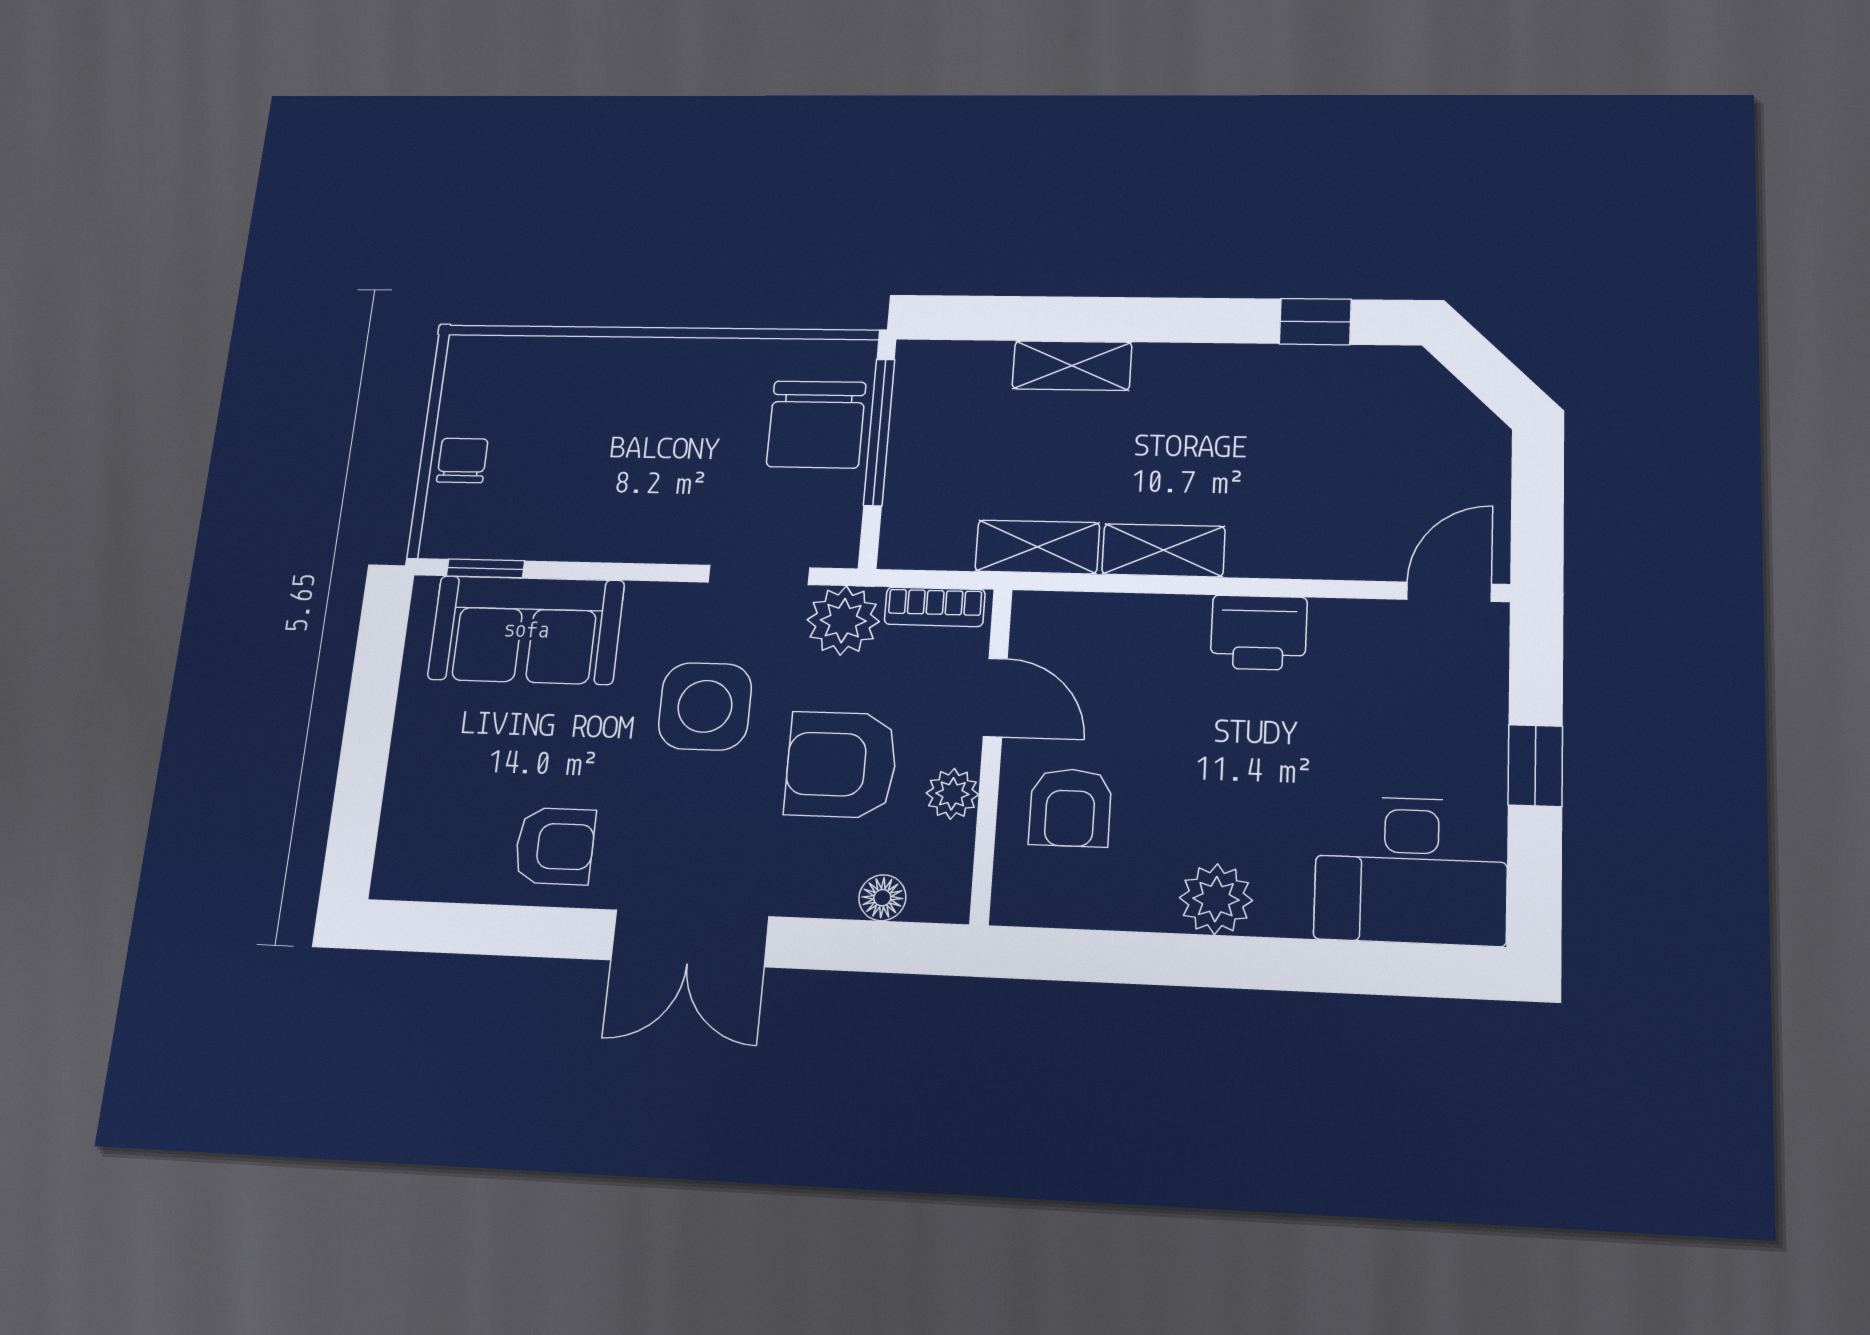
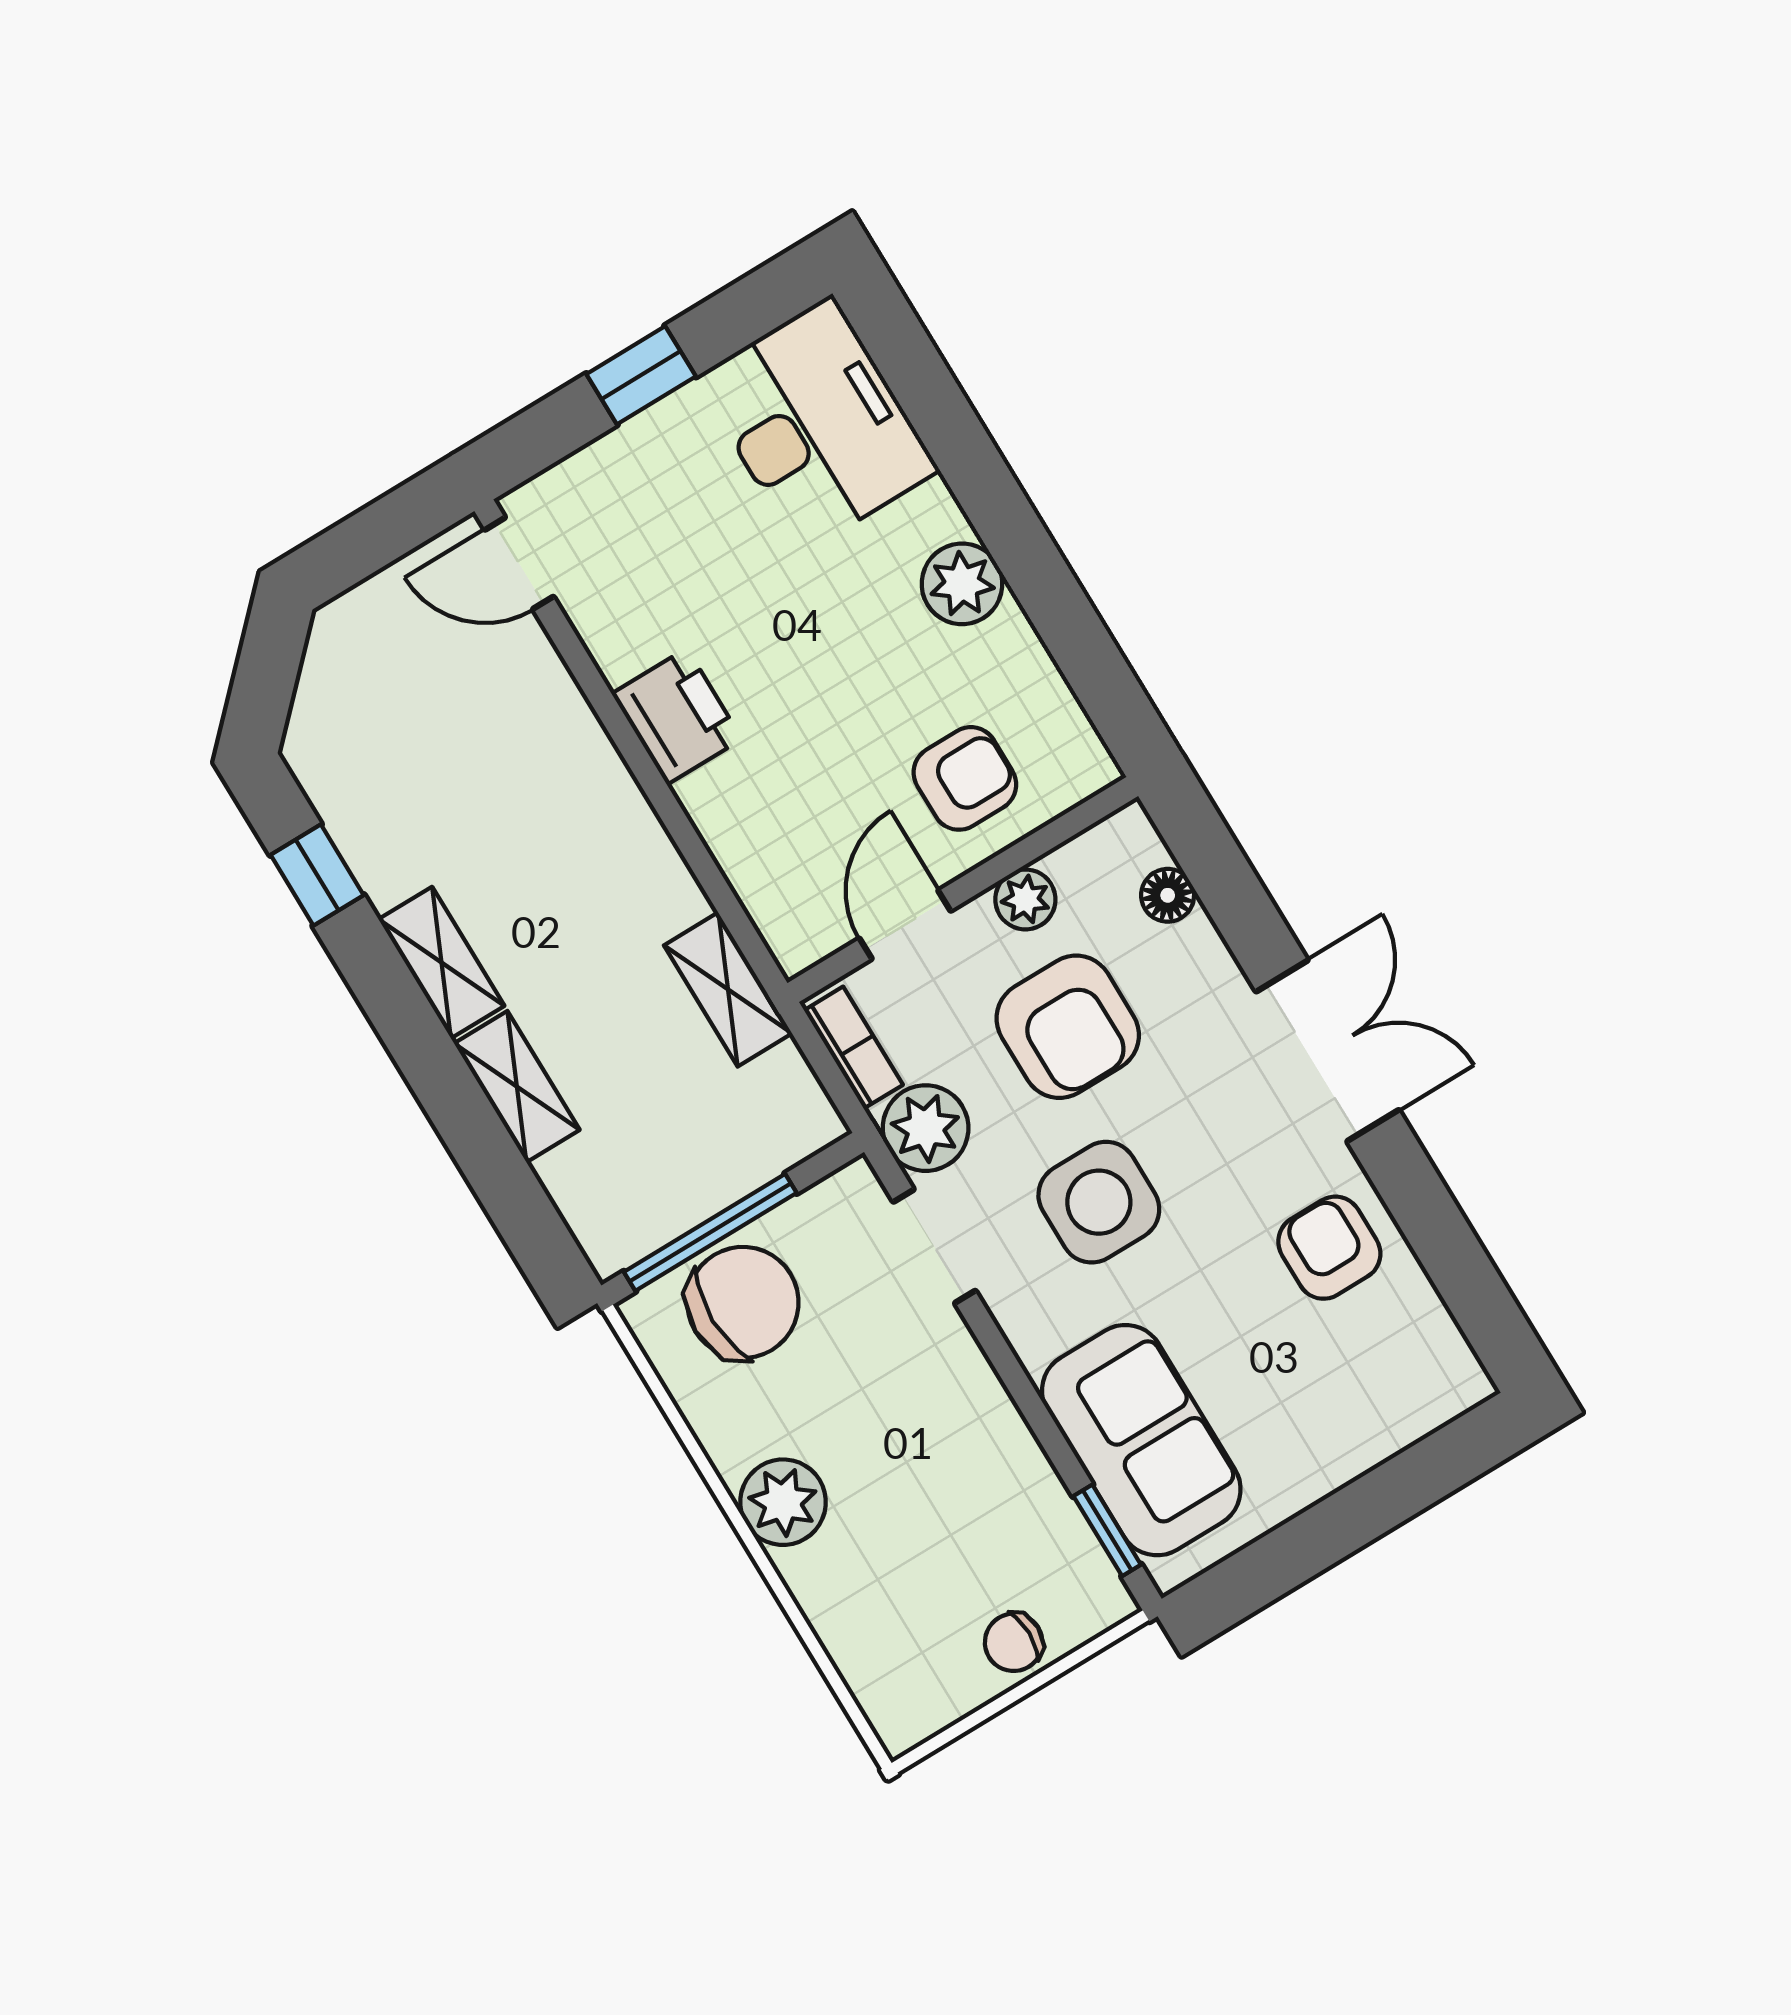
plant: (666, 369) -> (783, 1502), added
shelving: (1163, 550) -> (441, 962), moved

